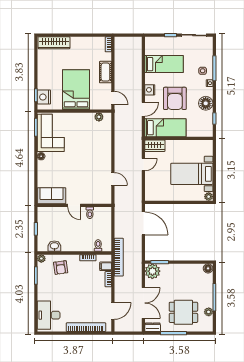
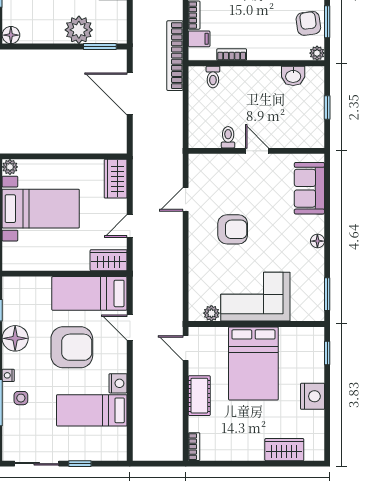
wardrobe: (54, 43) -> (284, 450), width x0.67
nightstand: (150, 90) -> (118, 383), moved
nightstand: (44, 97) -> (313, 396), moved
armchair: (175, 98) -> (72, 347), turned 90
door: (143, 109) -> (130, 328), hinge flipped
corner sofa: (51, 133) -> (255, 297), moved, turned 90
armchair: (87, 163) -> (233, 229), added
door: (113, 179) -> (186, 199), hinge flipped
wardrobe: (151, 190) -> (116, 179), added
sofa: (51, 196) -> (309, 188), moved, turned 90
door: (143, 223) -> (130, 94), moved
armchair: (61, 268) -> (308, 23), moved
plant: (152, 271) -> (79, 30), moved

